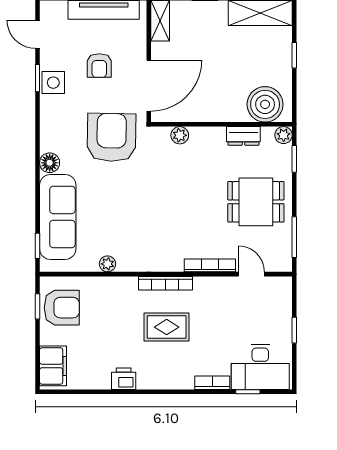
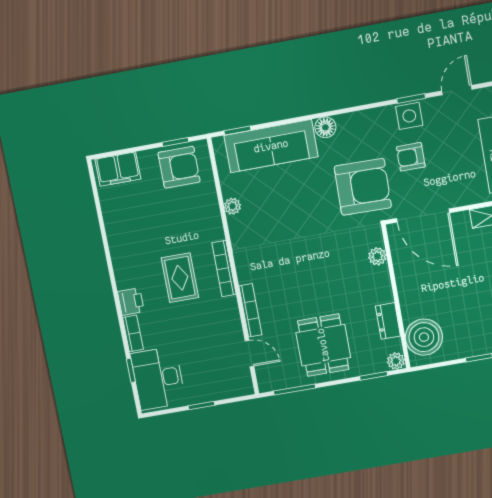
armchair: (99, 66) -> (411, 157), moved
door: (252, 274) -> (249, 354), hinge flipped
armchair: (62, 308) -> (179, 167), turned -90
printer: (124, 379) -> (131, 302), moved

